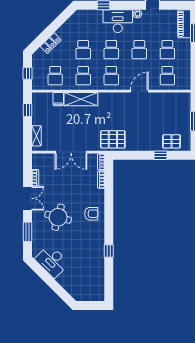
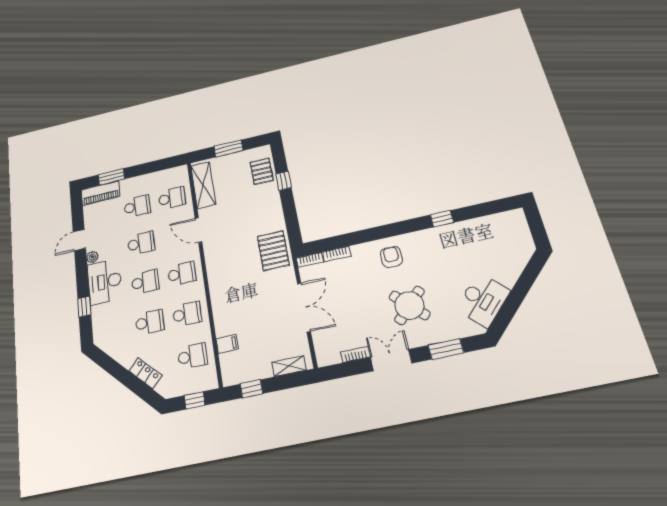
shelving: (81, 99) -> (203, 185), moved
round table: (58, 217) -> (410, 305), turned 30

